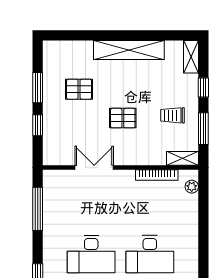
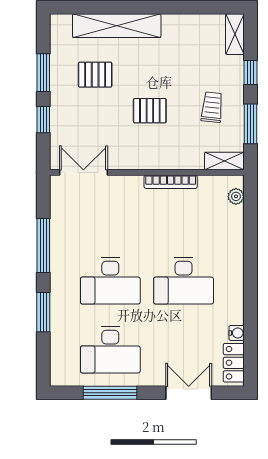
shelving: (129, 50) -> (117, 26), moved
trolley: (173, 115) -> (212, 107), turned 96
double door: (94, 168) -> (83, 172), moved
bookcase: (157, 175) -> (171, 182), moved
window: (38, 209) -> (43, 245), moved

